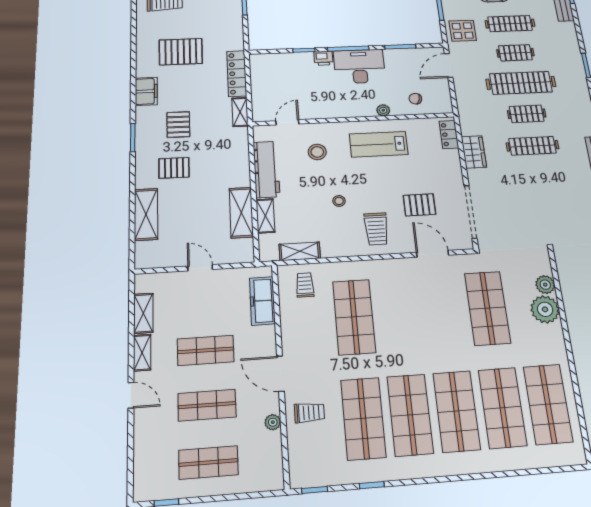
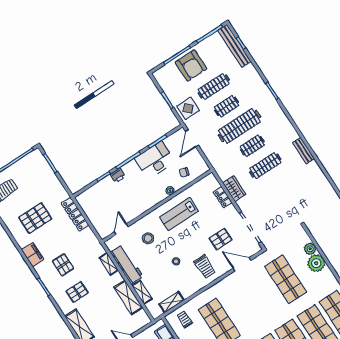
desk: (359, 66) -> (155, 160), moved
shelving: (240, 112) -> (109, 264), moved
locker: (449, 134) -> (223, 197), moved

